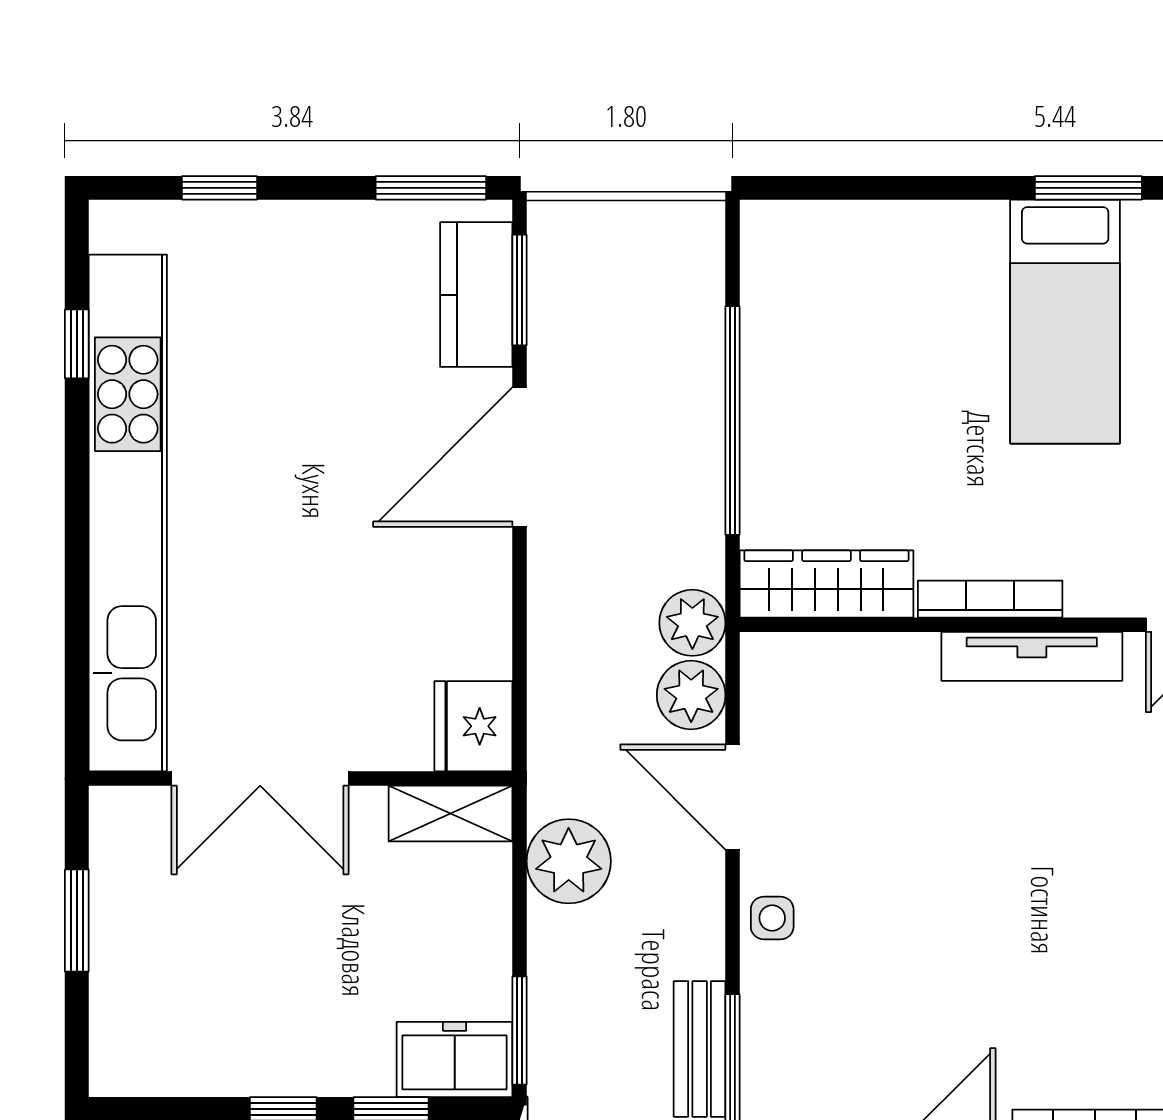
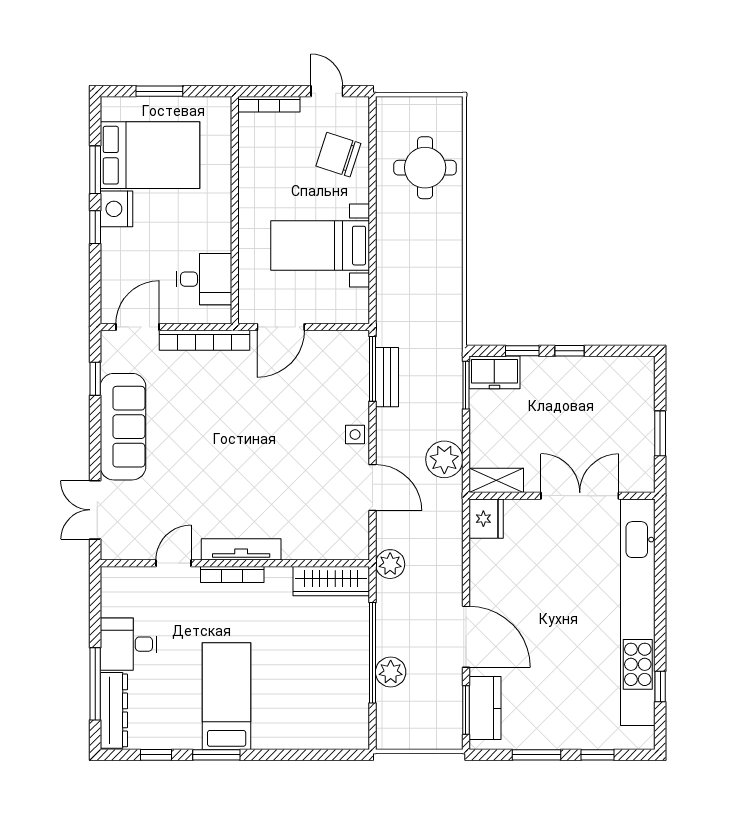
window: (431, 188) -> (537, 755), moved
door: (519, 457) -> (466, 637), hinge flipped
bookcase: (990, 599) -> (232, 574), moved
plant: (691, 695) -> (391, 672), moved

